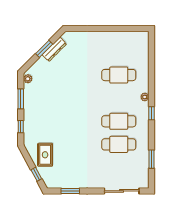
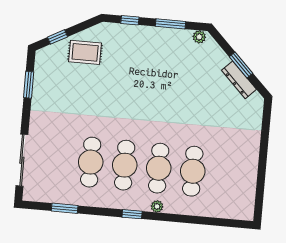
cafe table: (119, 98) -> (159, 168), added

